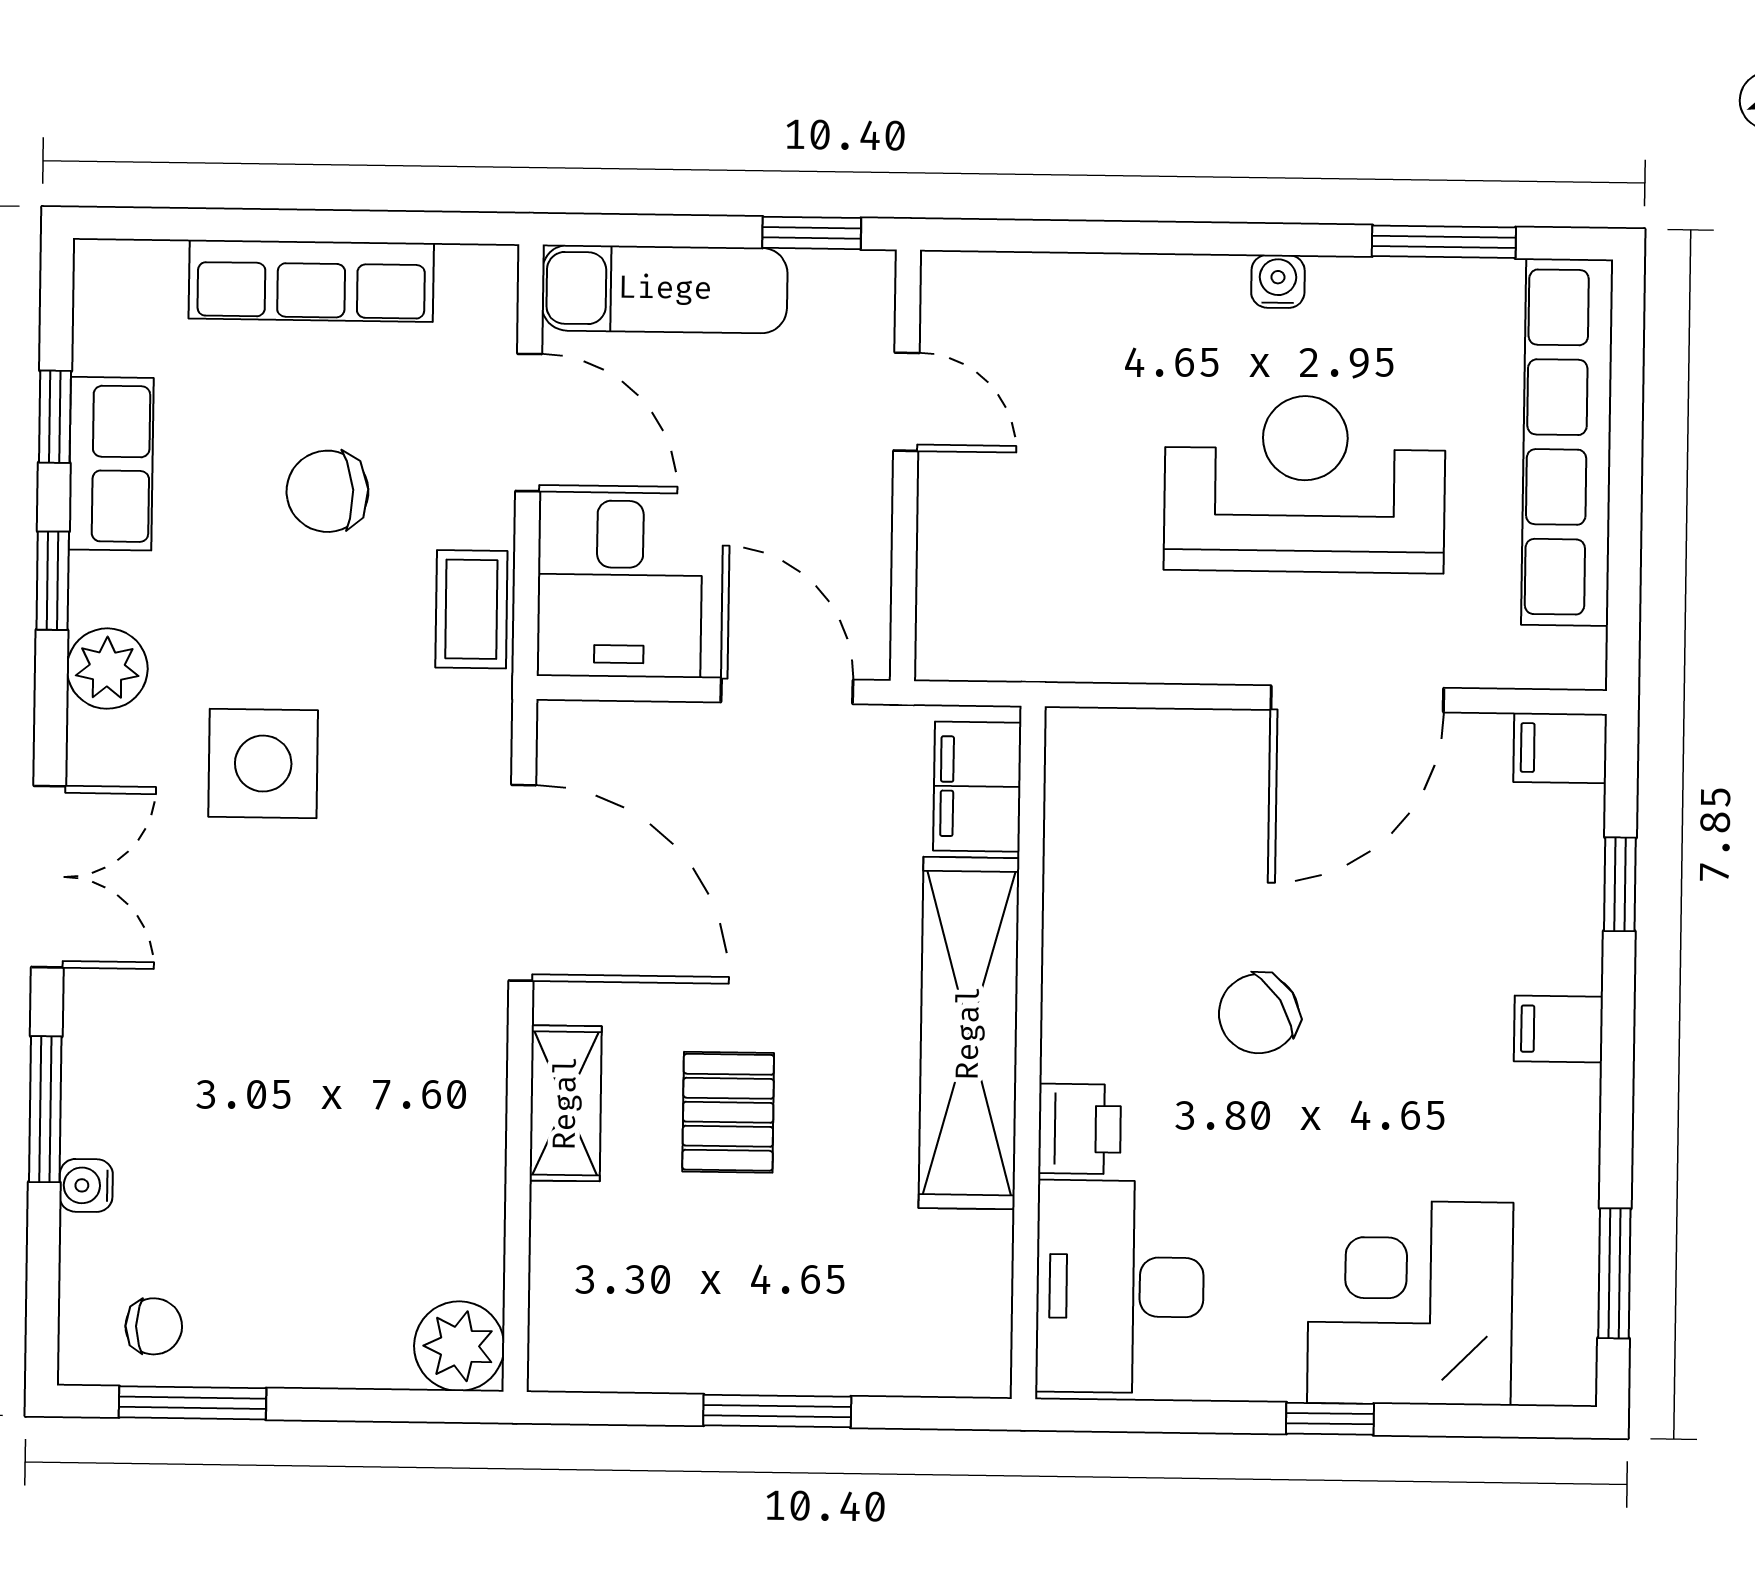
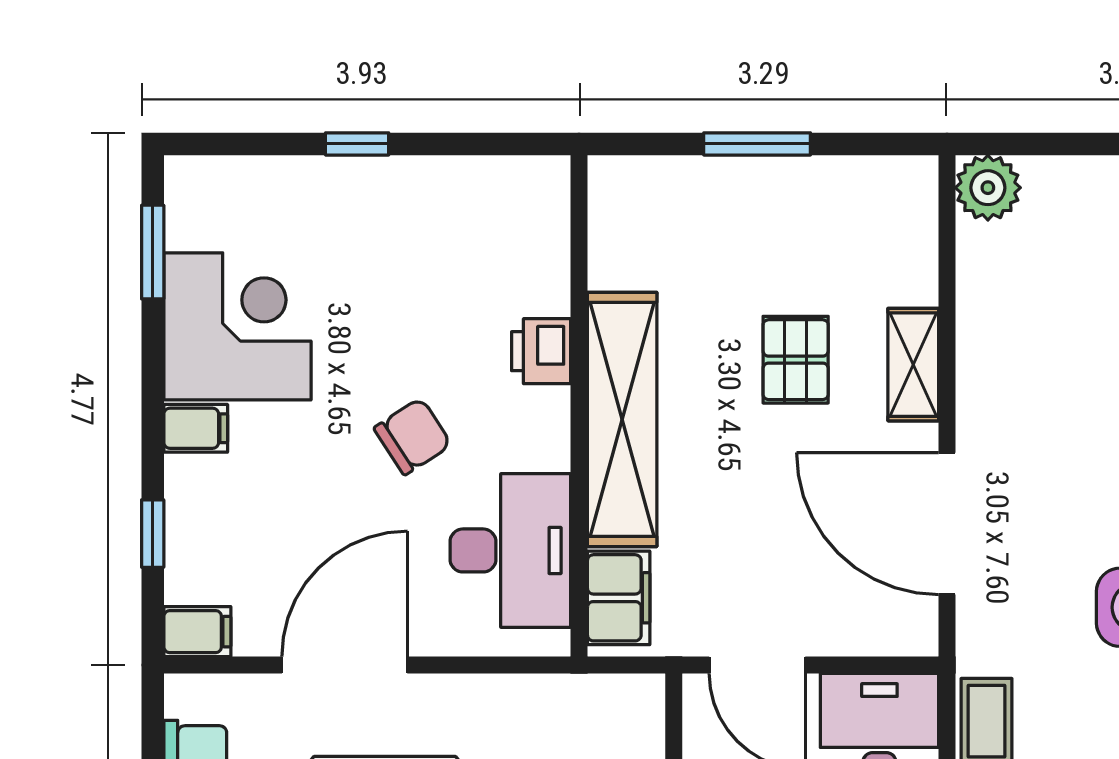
desk: (1120, 1287) -> (510, 550), moved
corner desk: (1410, 1303) -> (237, 326), moved, turned -90

